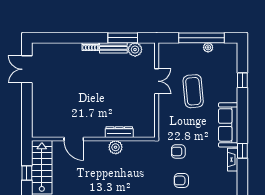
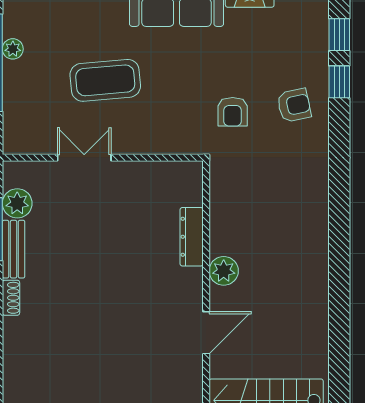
plant: (116, 147) -> (224, 271), moved
armchair: (181, 180) -> (294, 105), turned -102

